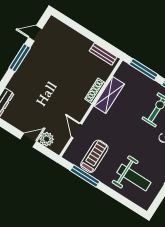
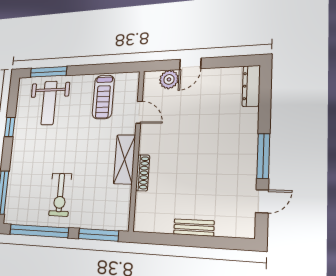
bench: (103, 54) -> (194, 227), moved
shelving: (109, 95) -> (125, 159), moved
window: (85, 176) -> (48, 72), moved
weight bench: (134, 177) -> (49, 103), turned -90

